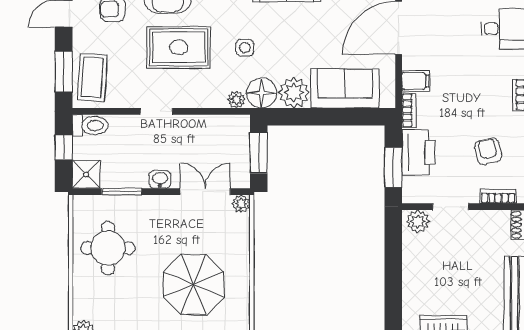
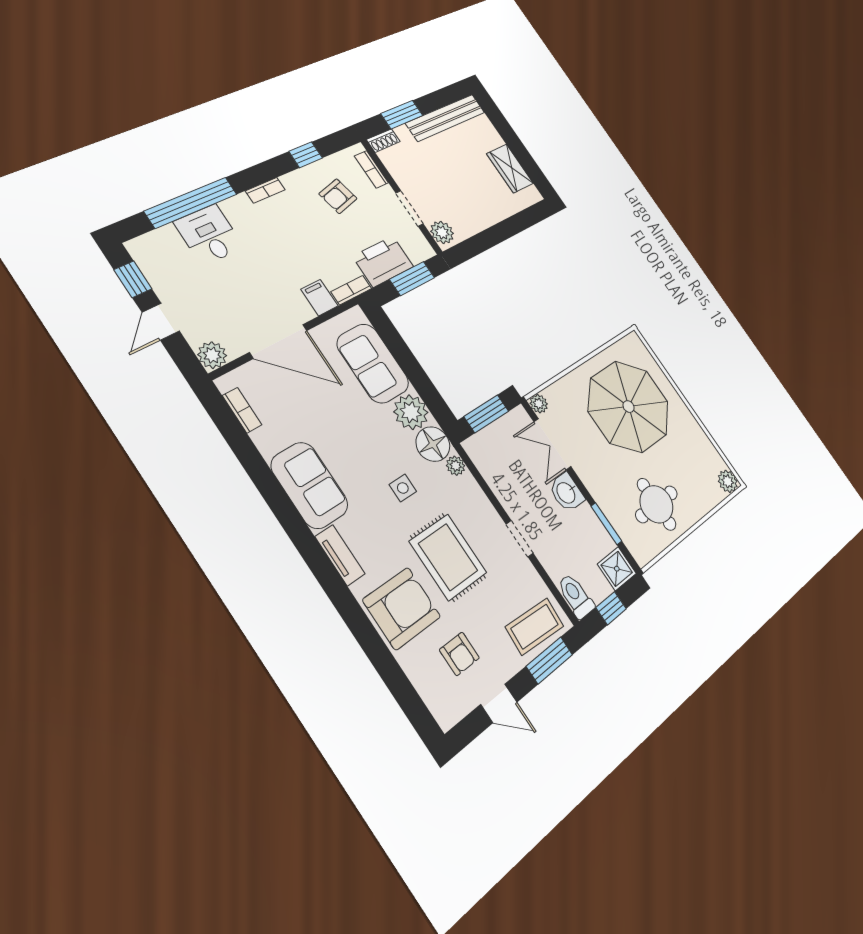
washbasin: (160, 180) -> (566, 492), width x1.38, depth x1.45
parasol: (194, 284) -> (629, 407), width x1.36, depth x1.36

